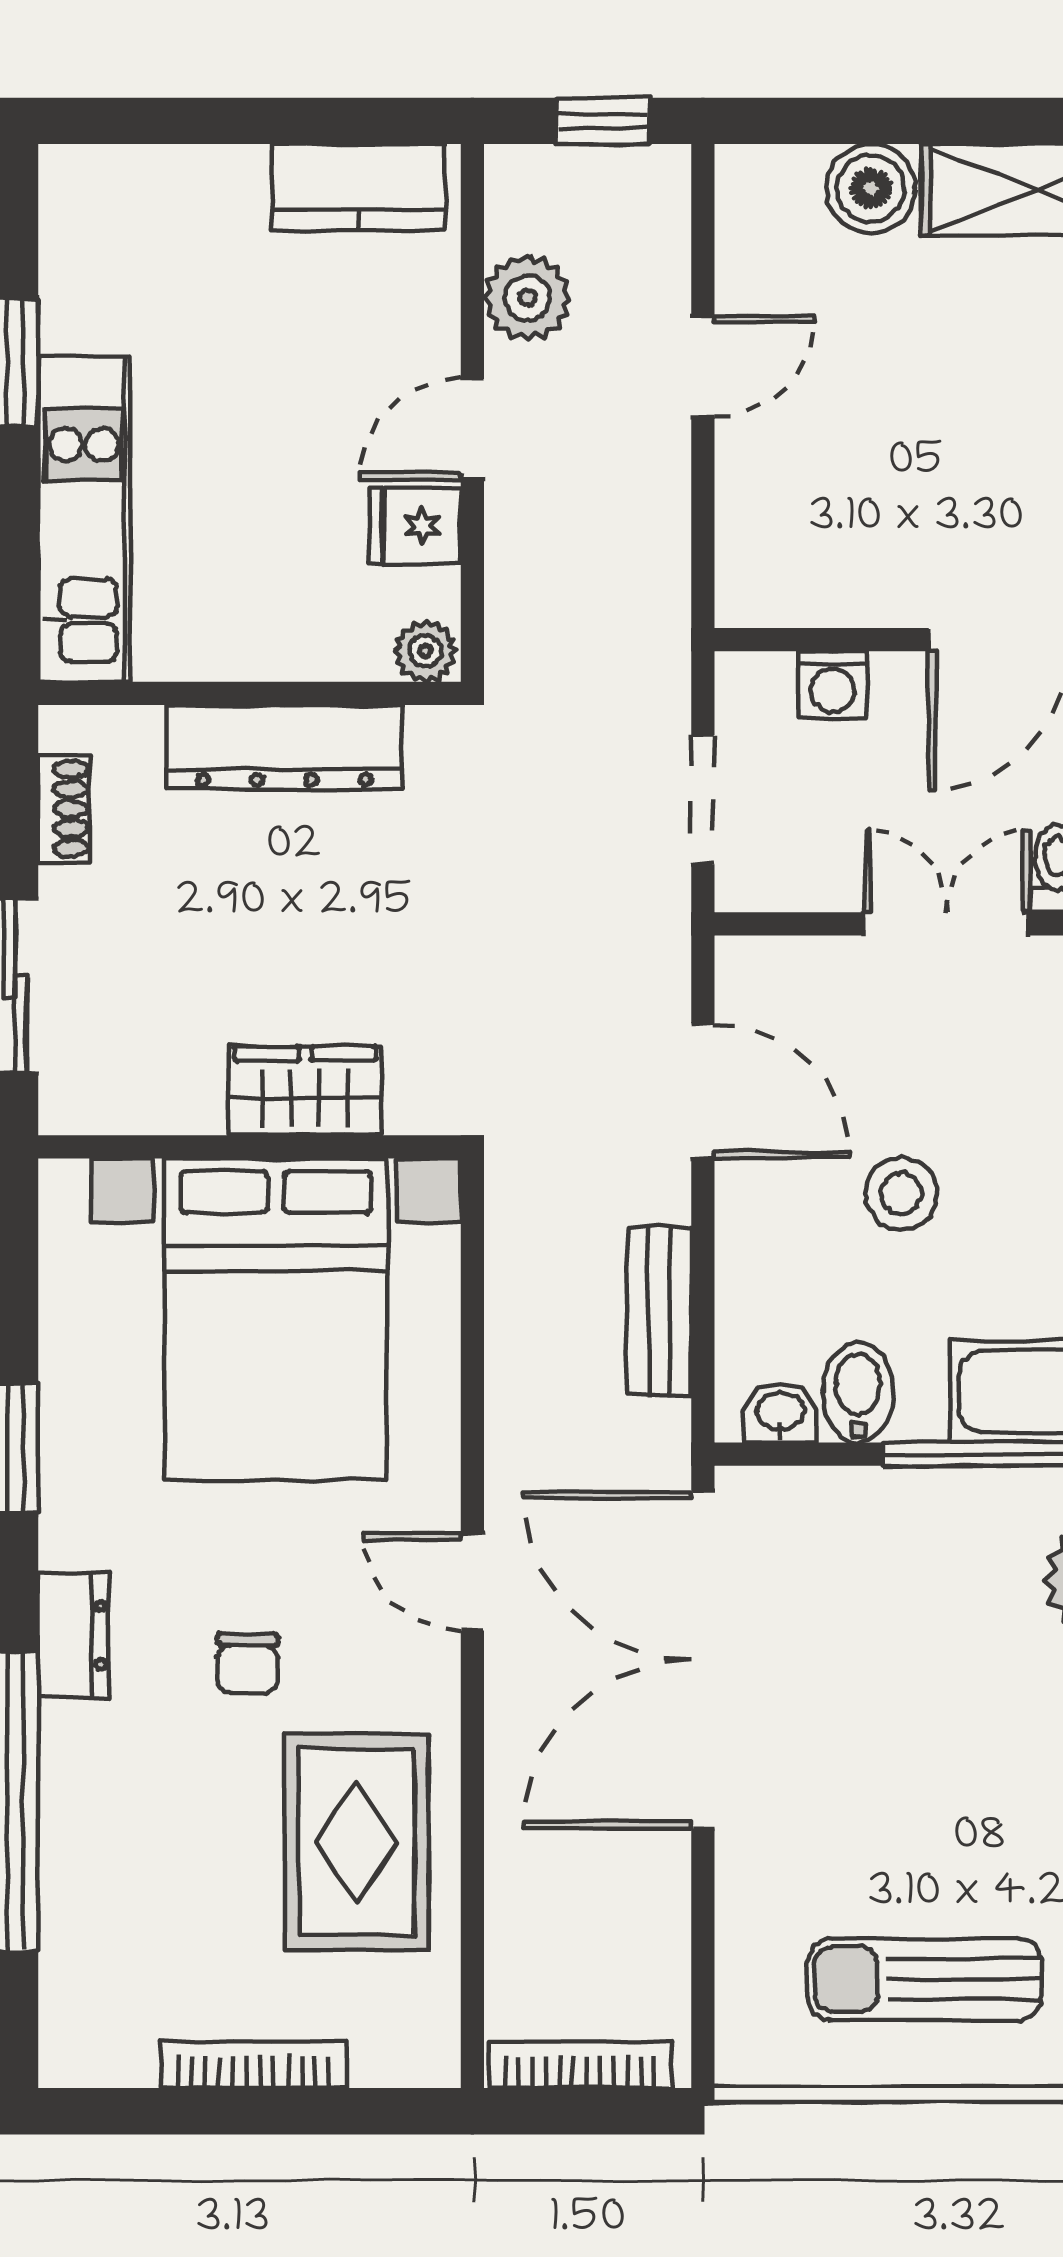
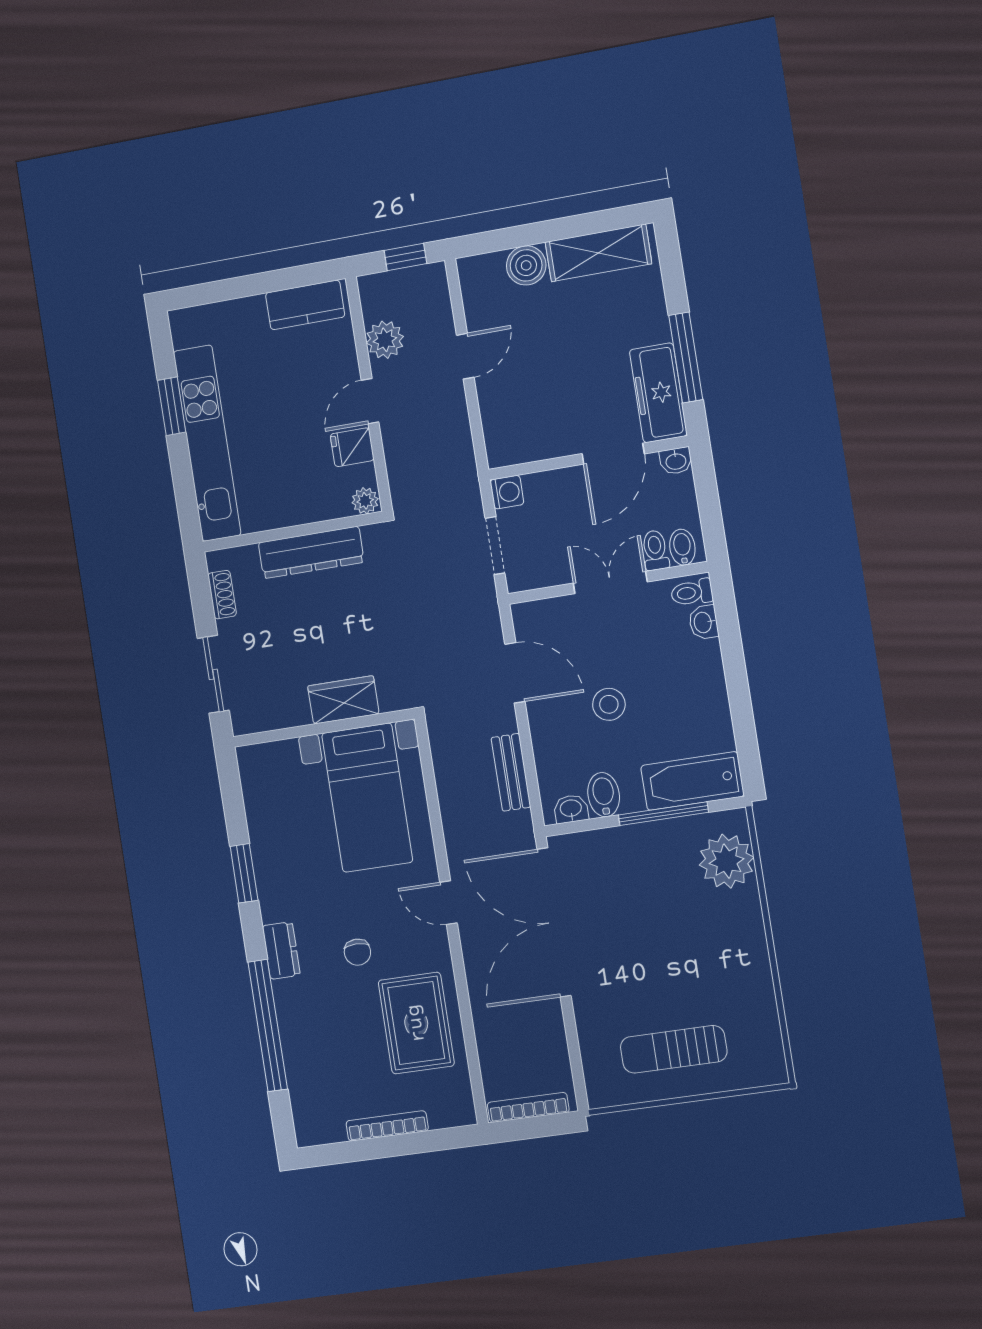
kitchen unit: (84, 519) -> (207, 443), width x1.36
washing machine: (833, 685) -> (507, 492), moved, turned -90
bed with nightstands: (276, 1319) -> (367, 798), width x0.73

